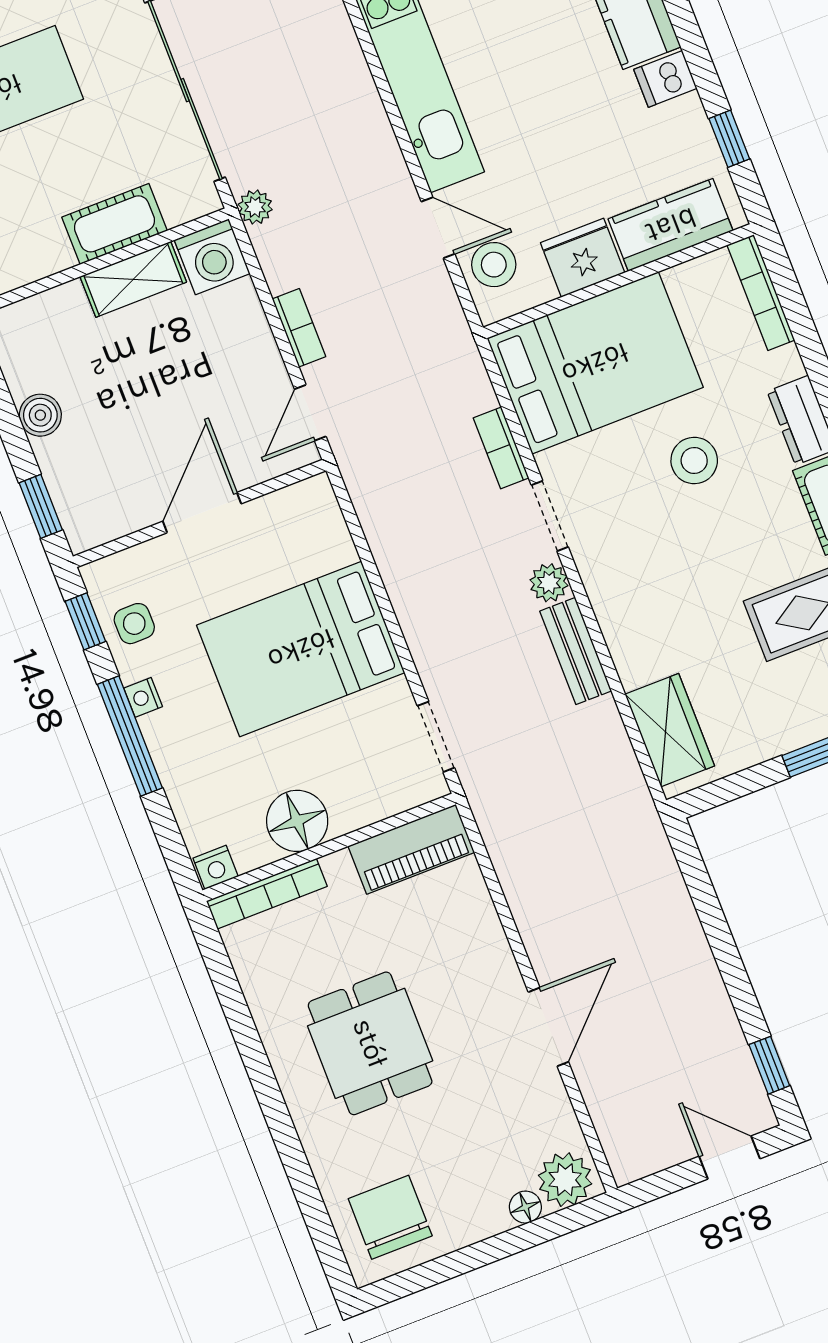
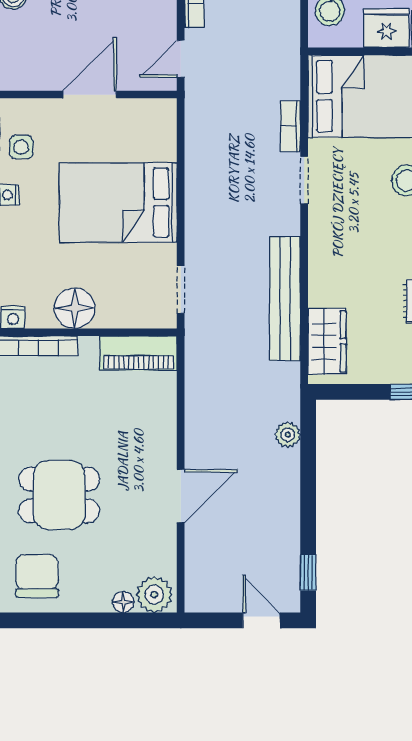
plant: (549, 583) -> (288, 435), moved
bench: (576, 651) -> (285, 299), width x1.86, depth x1.21
dining table: (370, 1043) -> (59, 495), moved, turned 90

